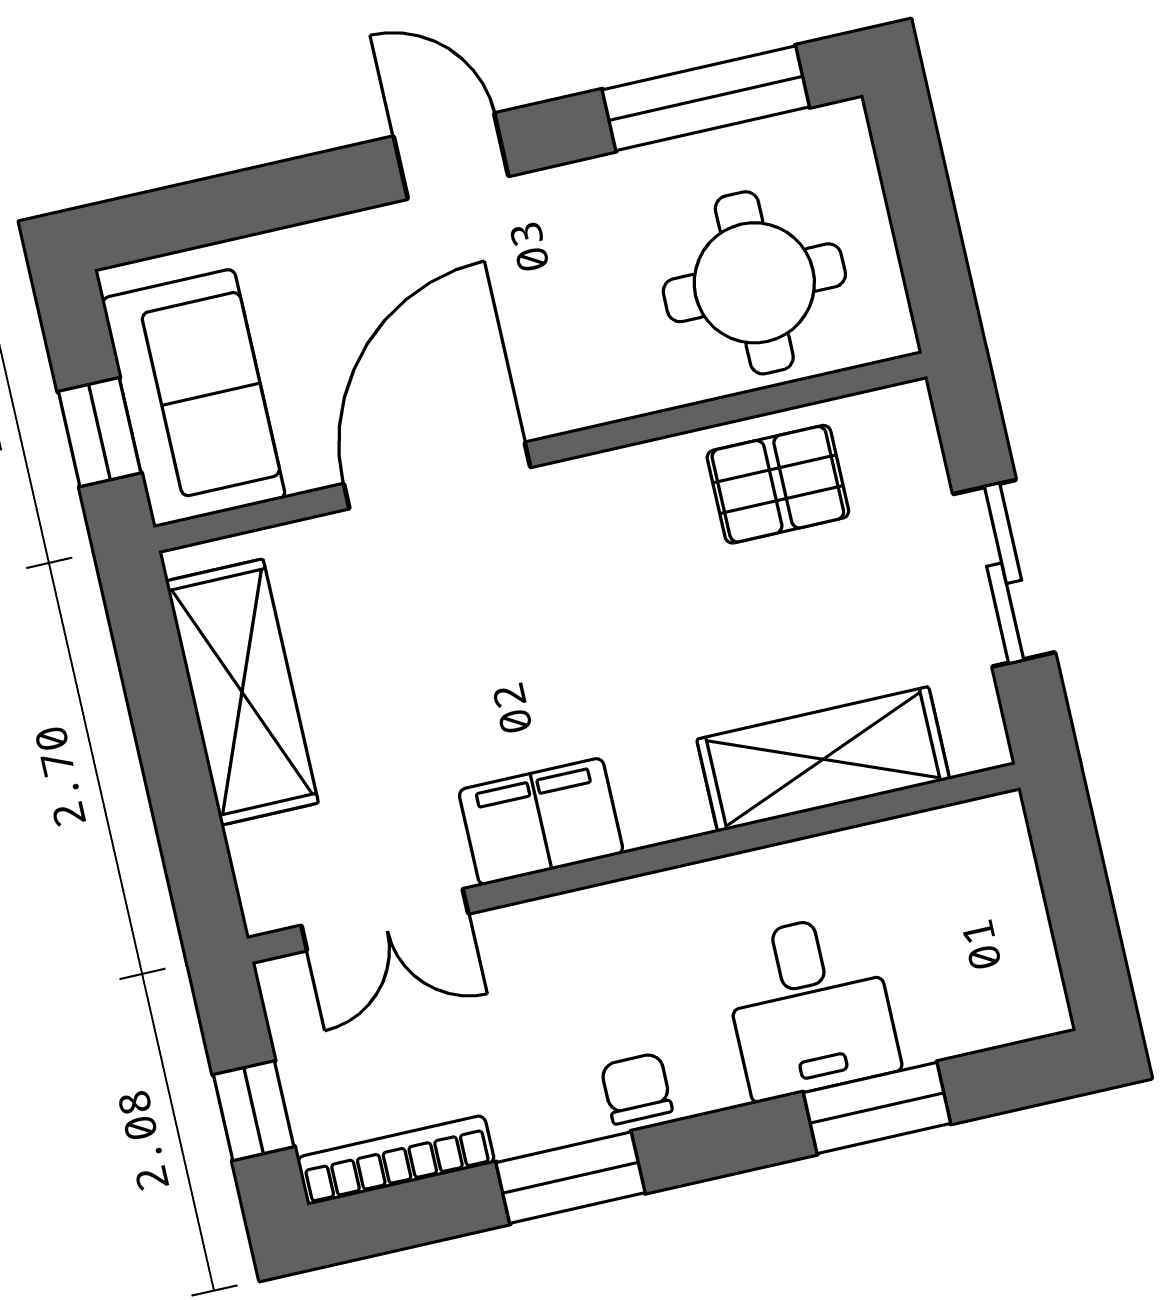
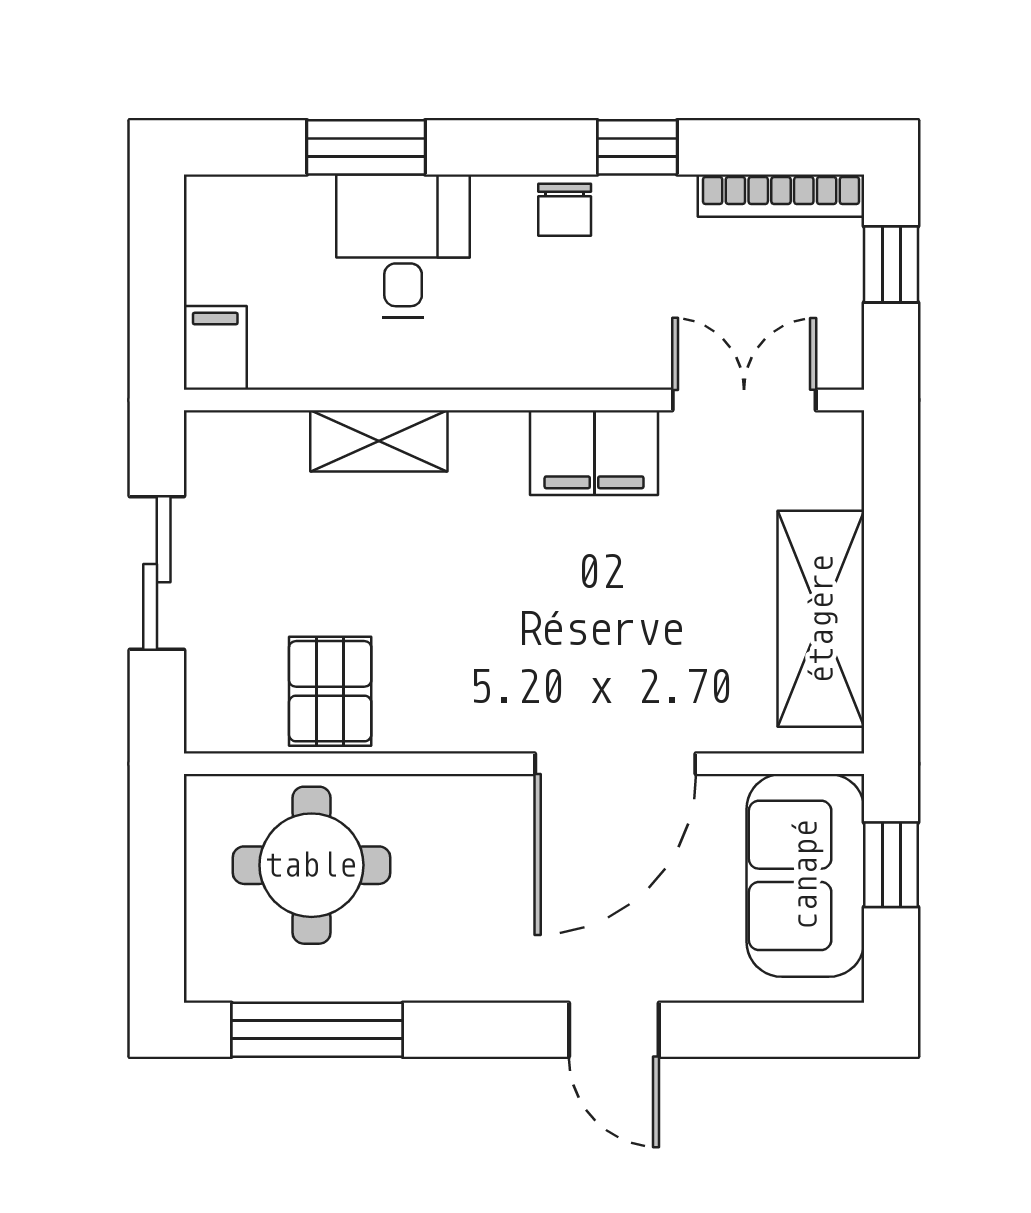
door: (451, 156) -> (614, 1030), moved
pallet: (778, 484) -> (330, 691), turned 90
shelving: (823, 759) -> (379, 441), width x0.67, depth x0.75
filing cabinet: (996, 843) -> (215, 348), added
window: (570, 1178) -> (637, 147), width x0.67

